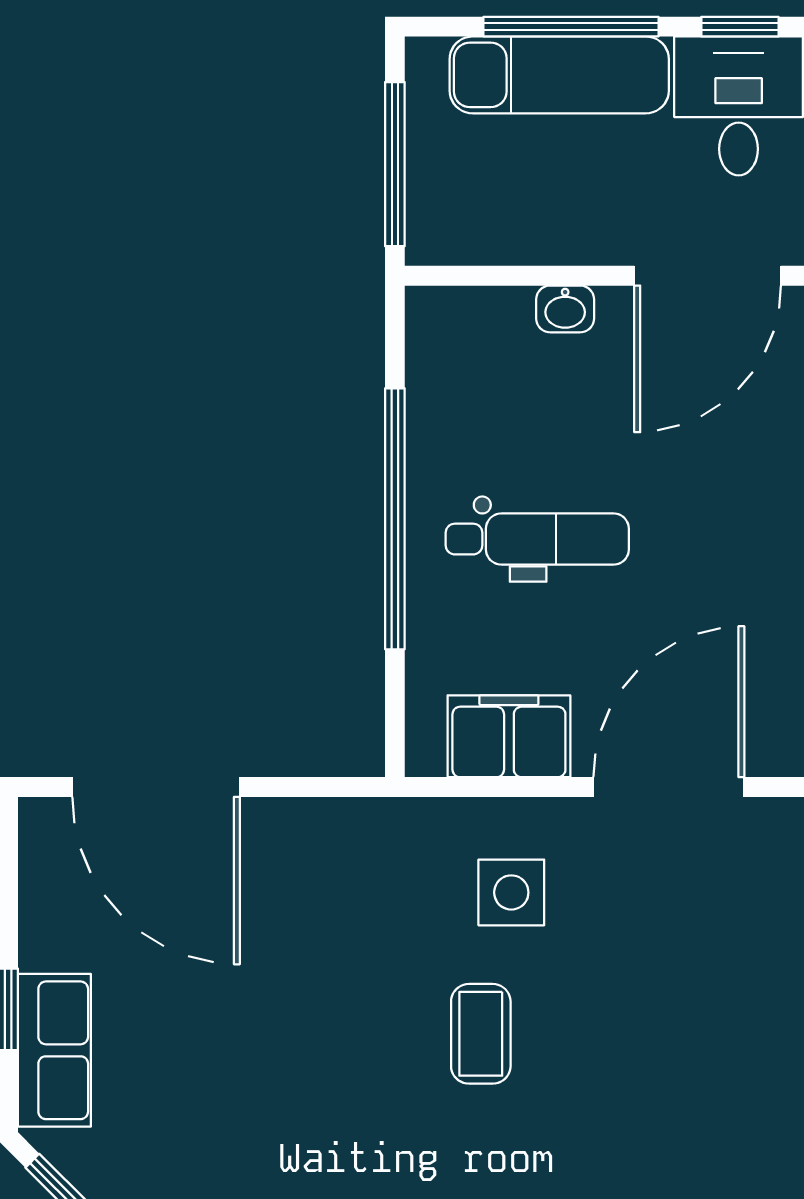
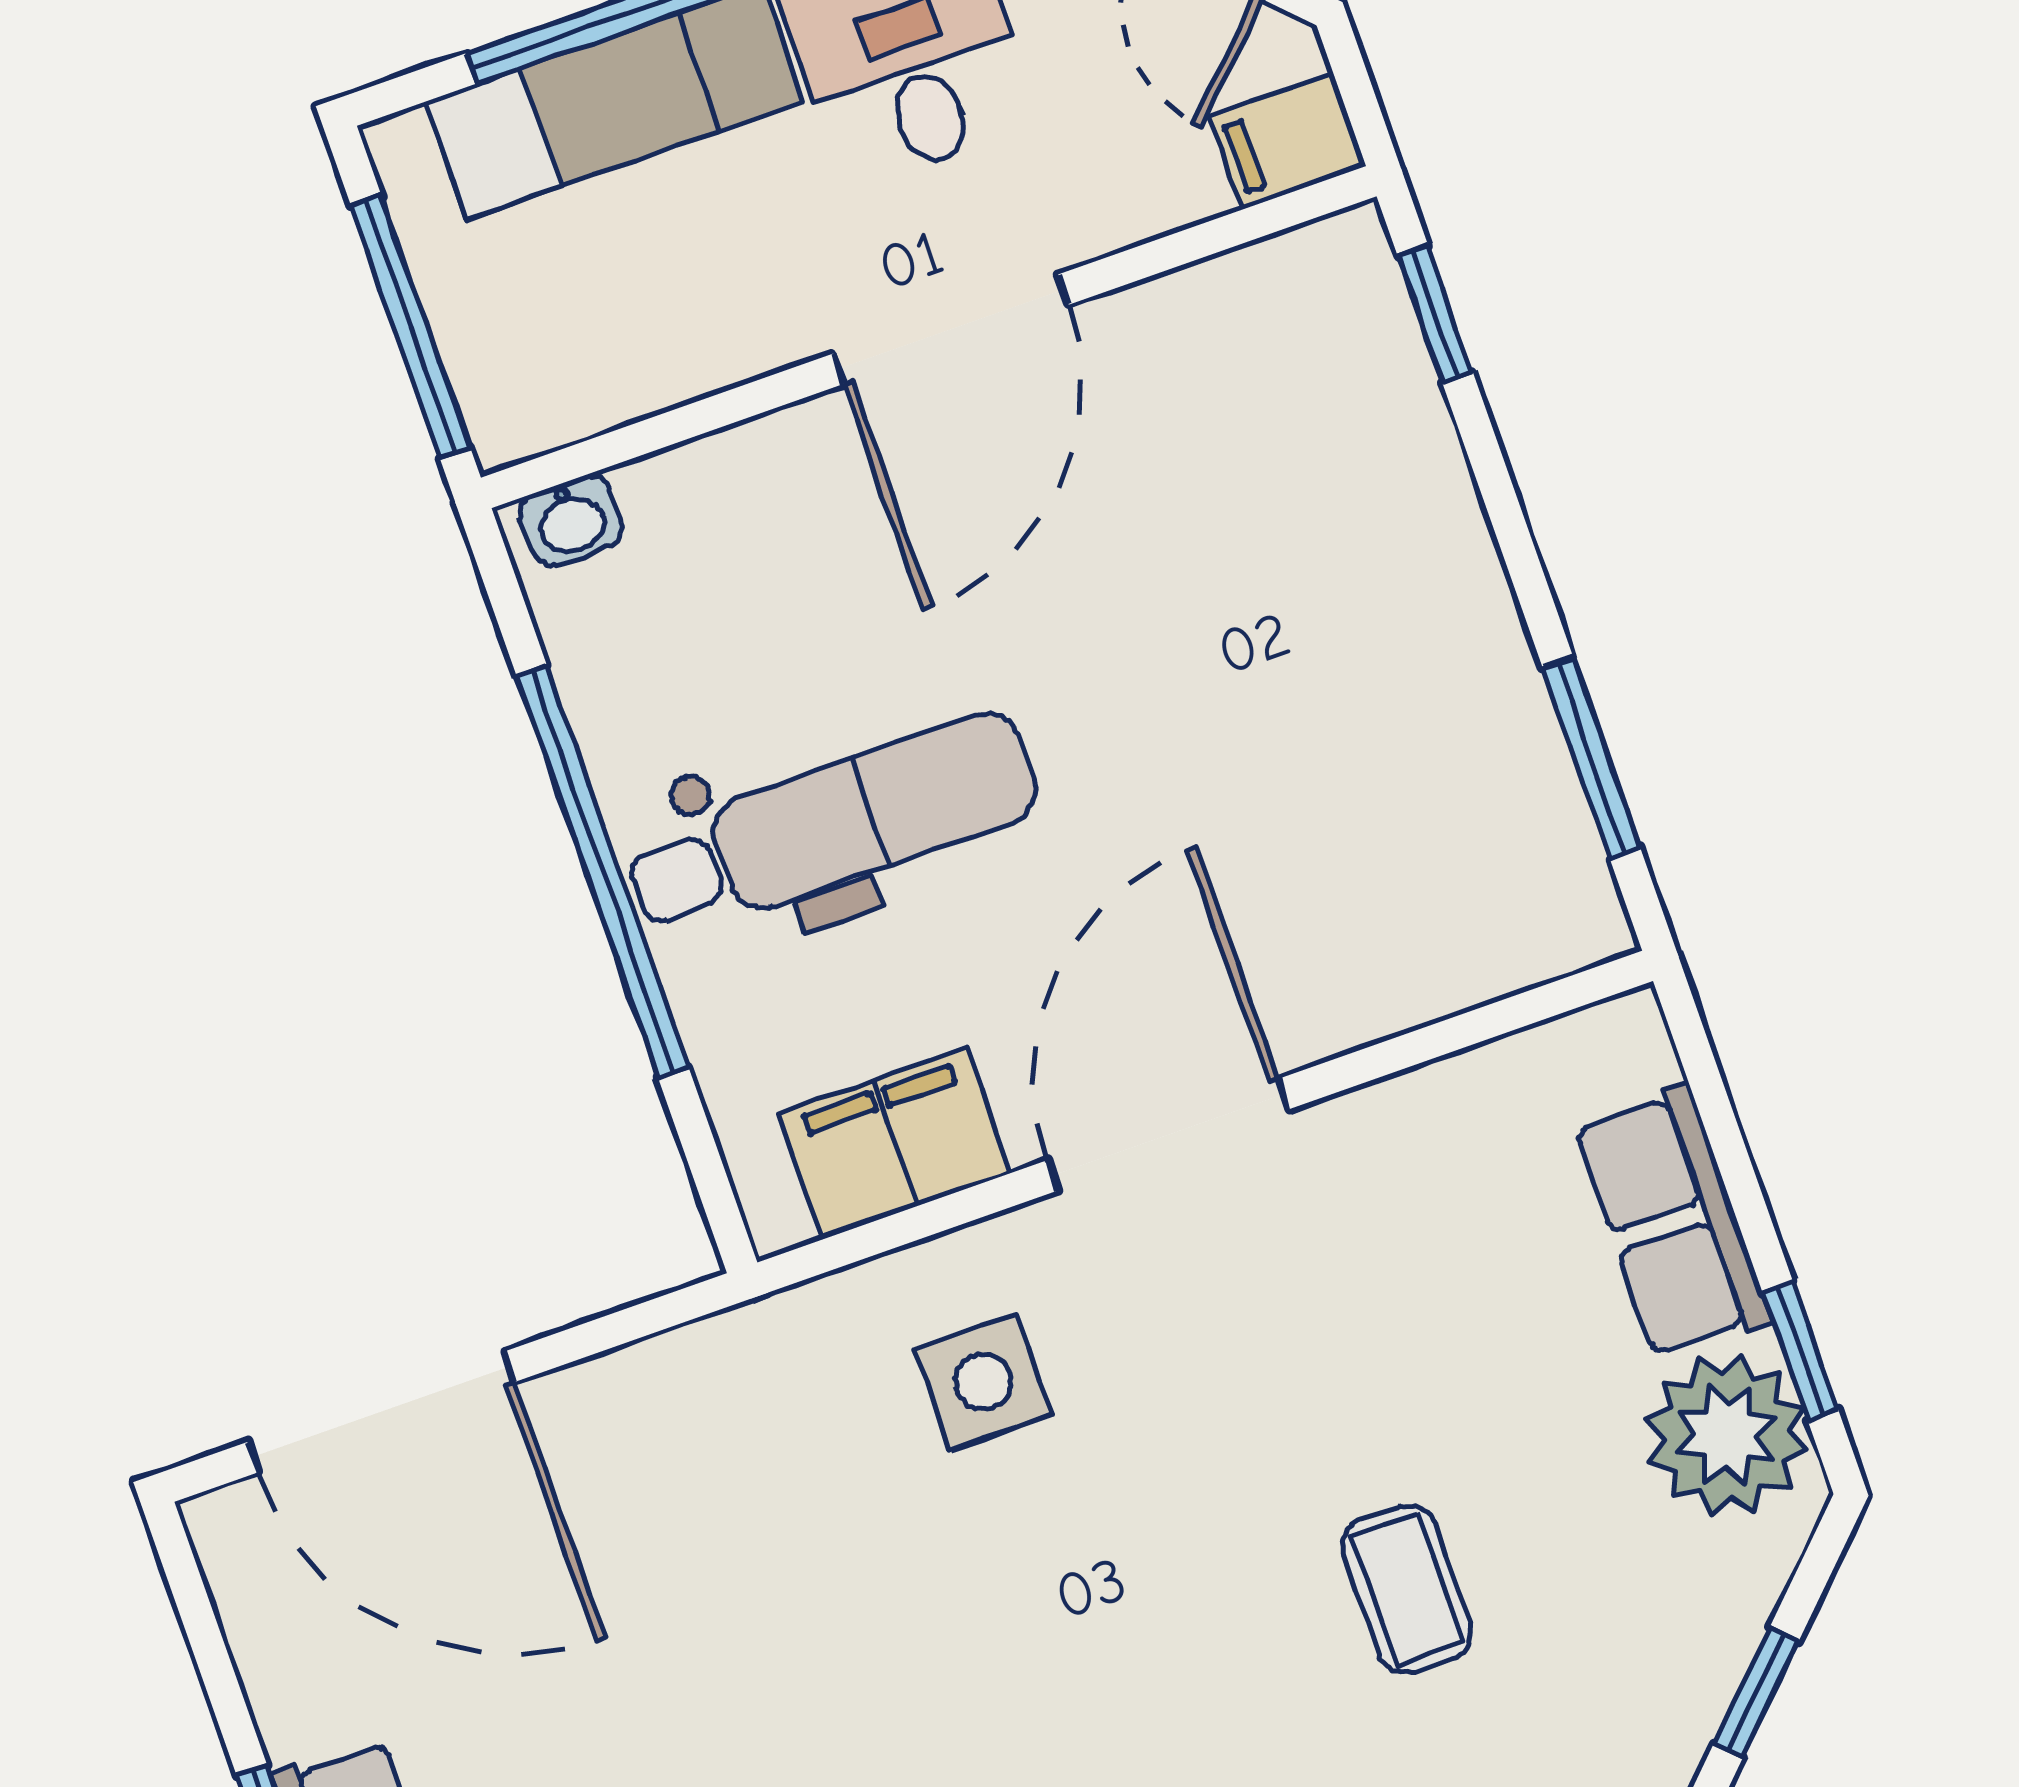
washbasin: (565, 309) -> (571, 520), moved
dental chair: (537, 539) -> (832, 825), width x1.36, depth x1.38
coffee table: (481, 1034) -> (1407, 1589), moved

